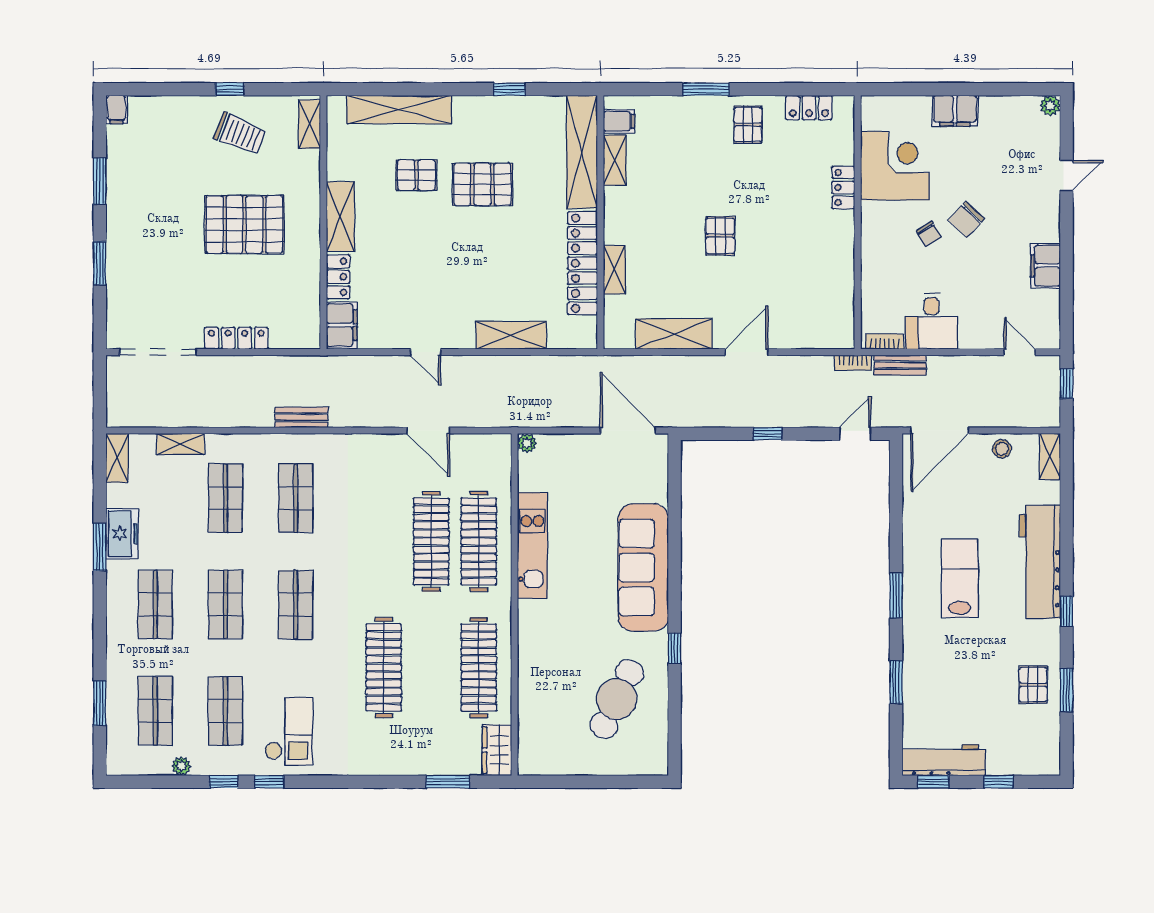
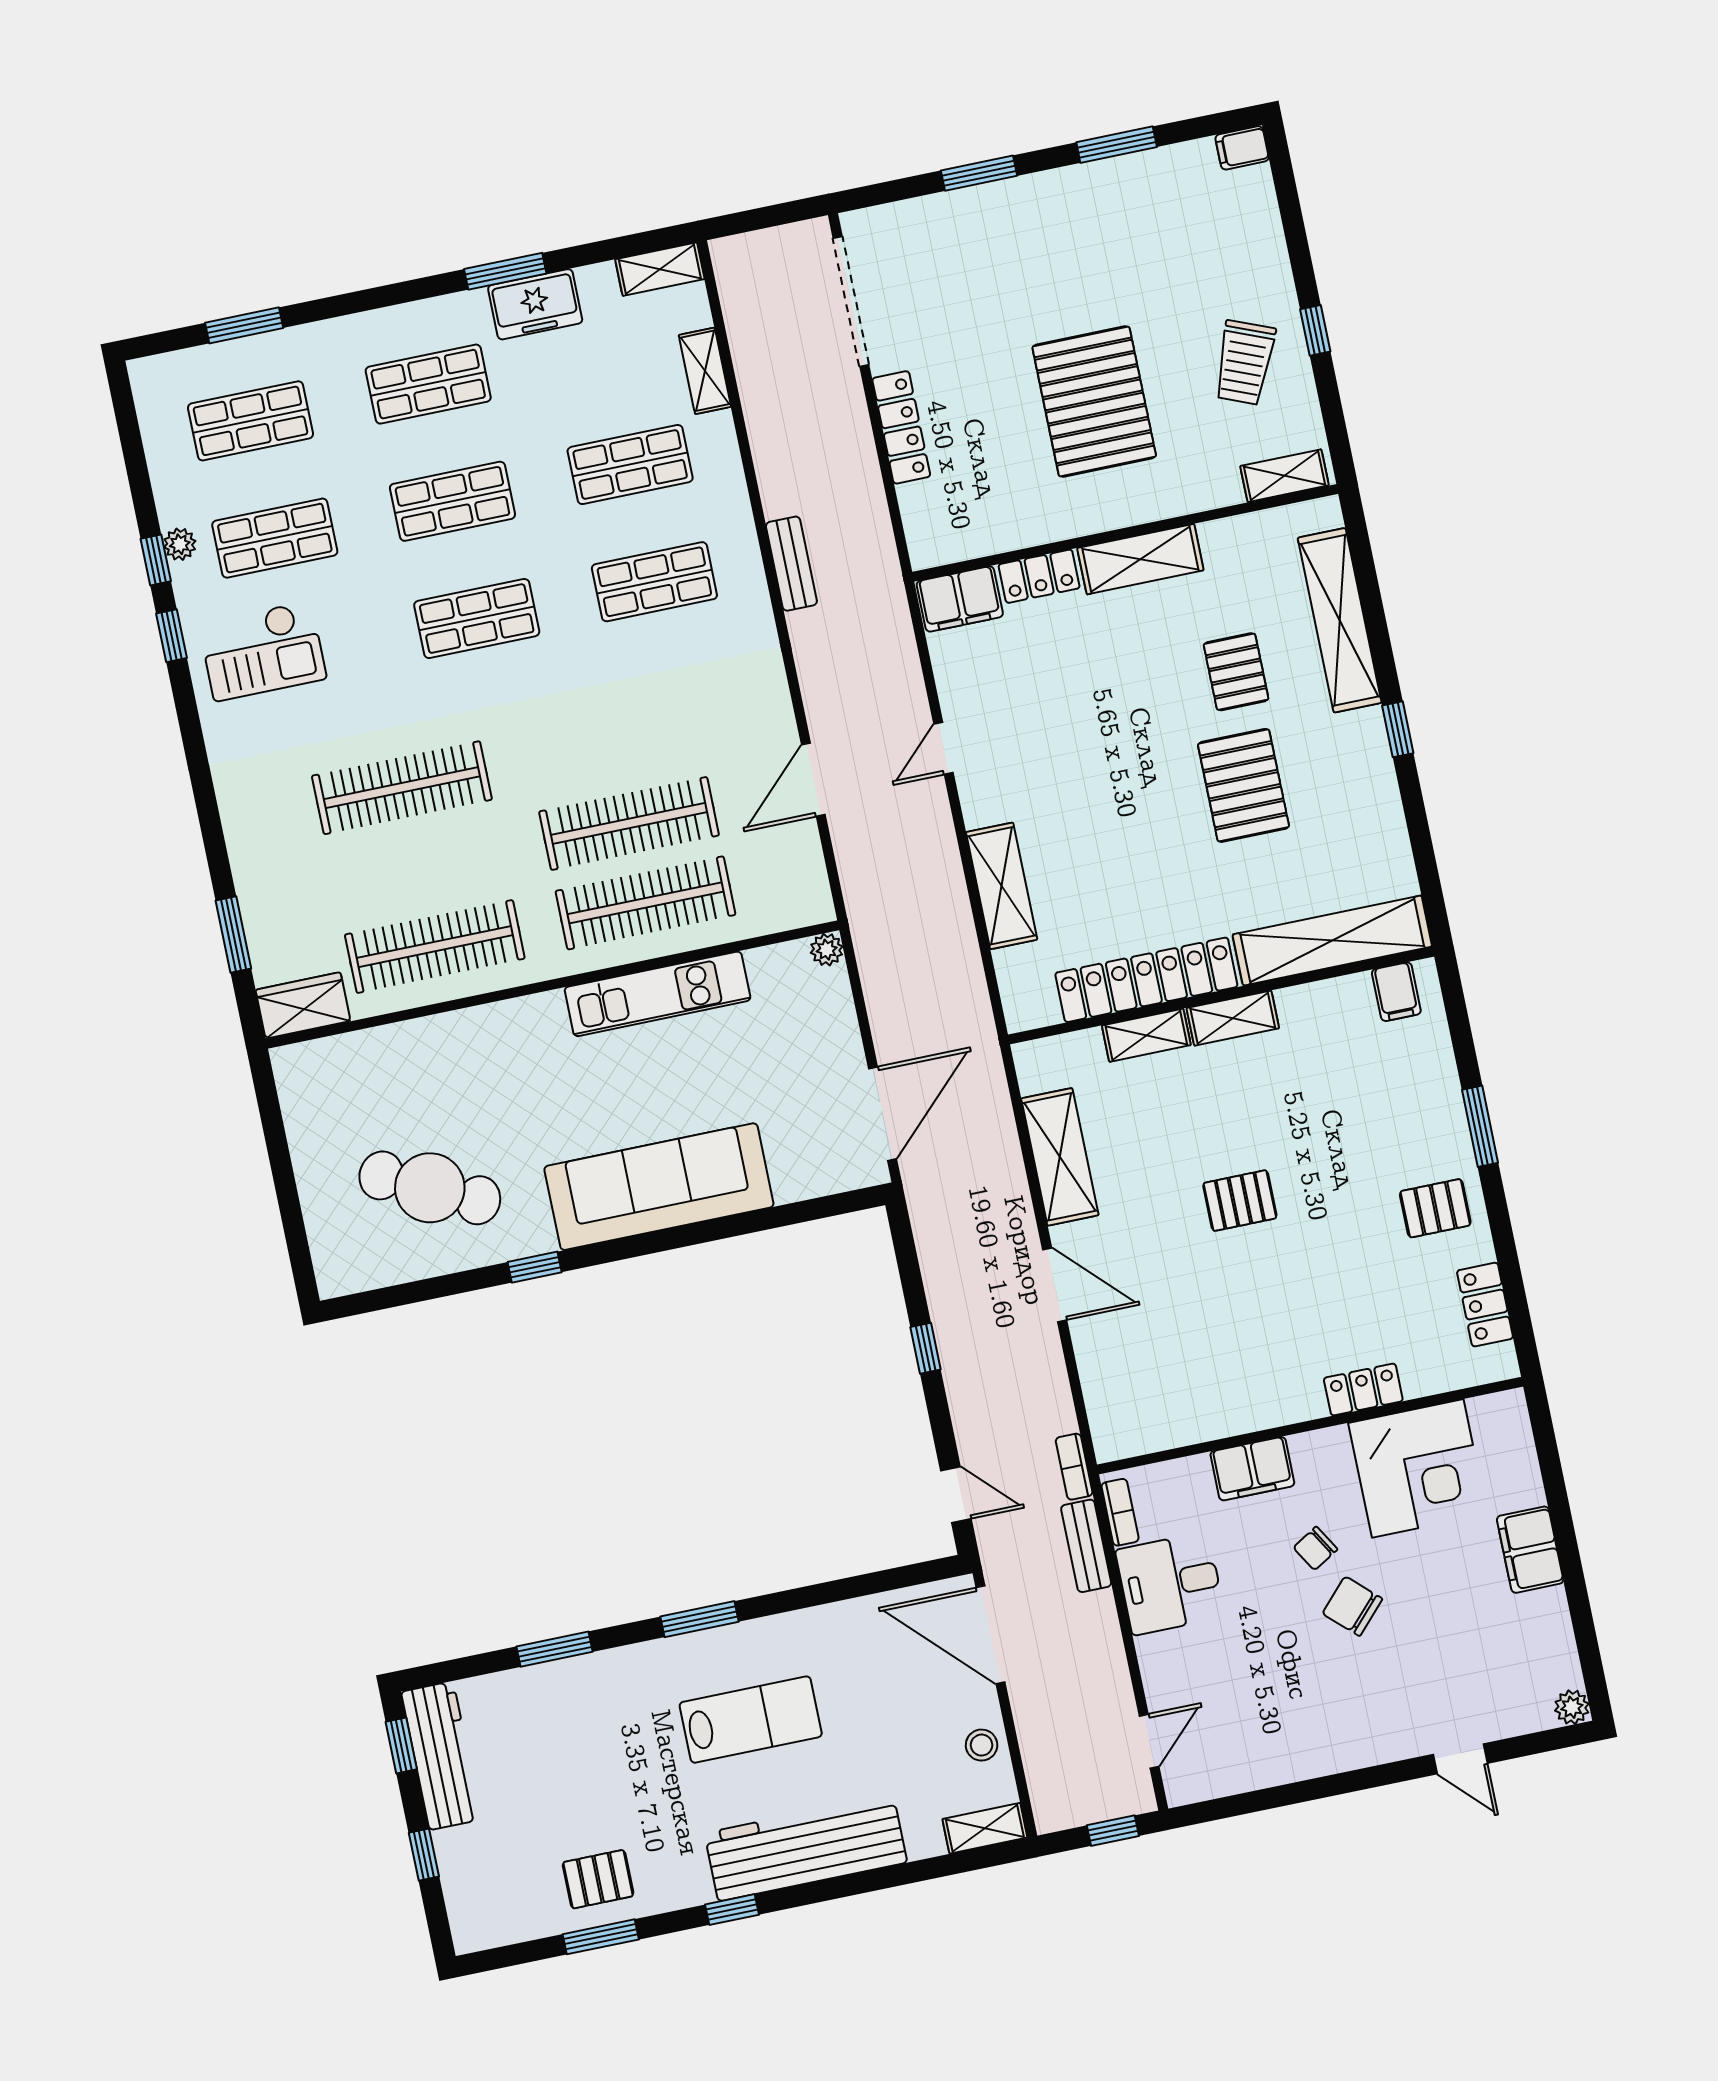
window: (509, 89) -> (1398, 729), moved
shelving: (615, 160) -> (1233, 1018), moved
filing cabinet: (1046, 266) -> (1252, 1469), moved, turned 180
plant: (181, 766) -> (180, 544), moved

